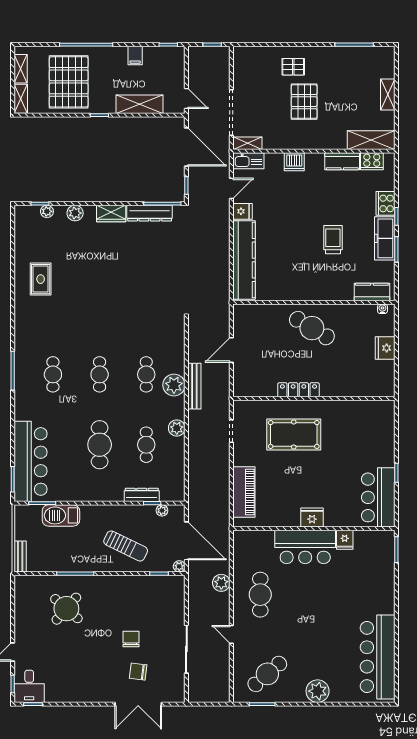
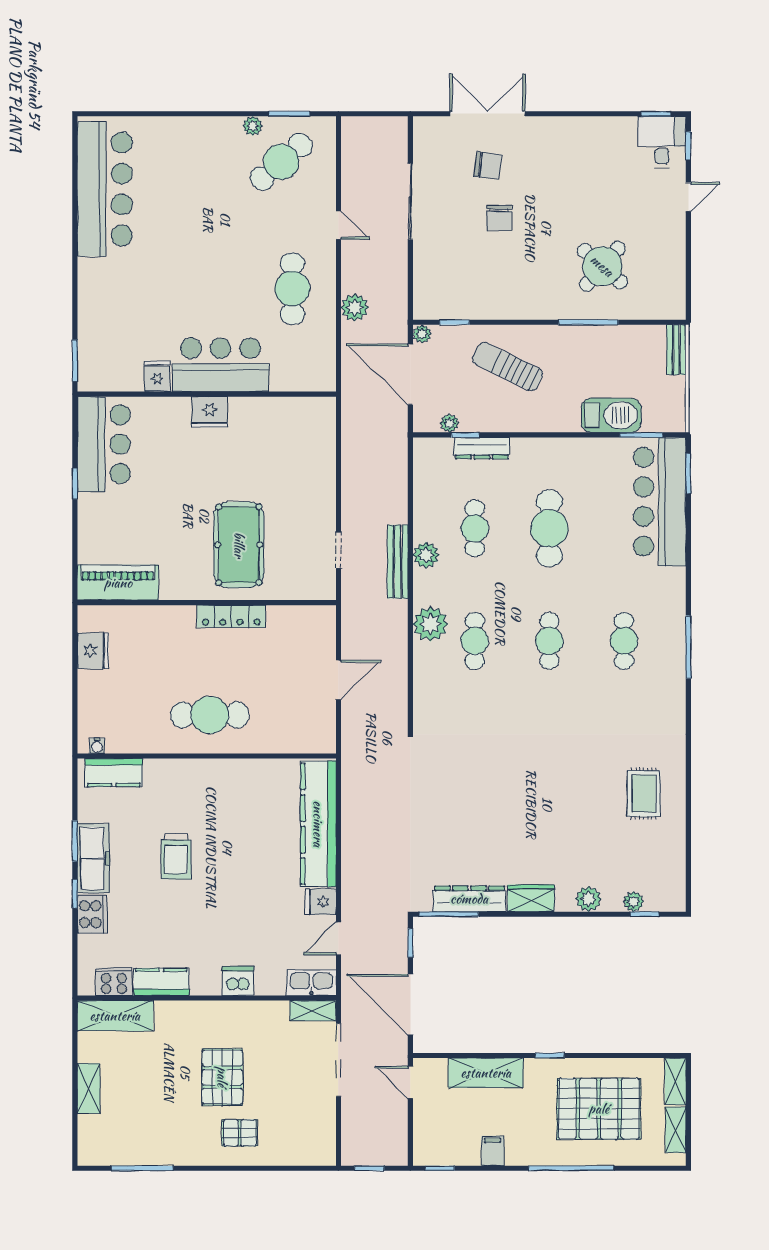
pallet: (69, 82) -> (599, 1109), turned 90
cafe table: (312, 328) -> (210, 715), turned -31
fridge: (385, 348) -> (93, 651), moved
bench: (194, 386) -> (398, 562), moved
pool table: (294, 434) -> (239, 545), turned 90
piano: (244, 492) -> (118, 583), moved, turned 90
plant: (318, 691) -> (253, 126), moved, width x0.53, depth x0.53

